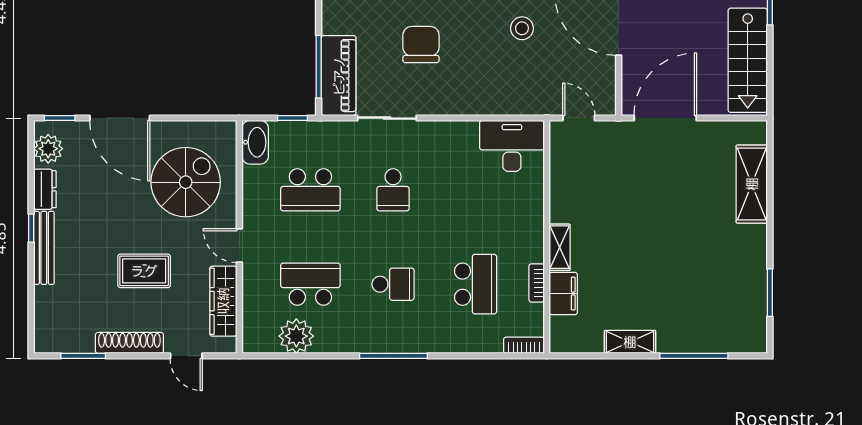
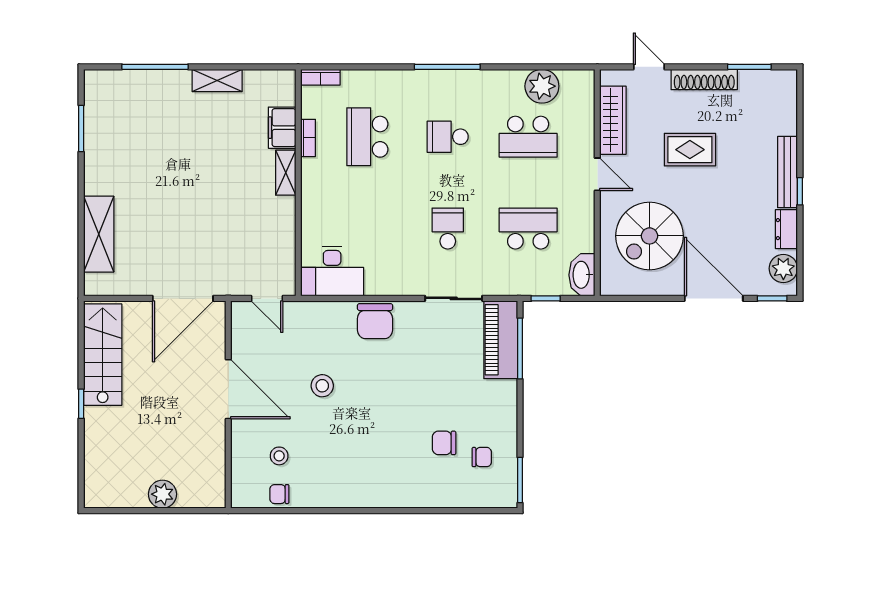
chair: (421, 44) -> (375, 321), moved

